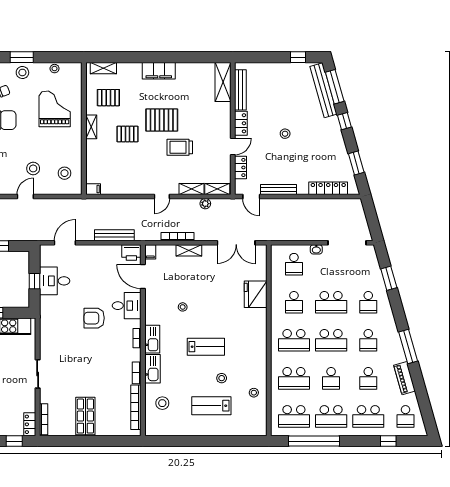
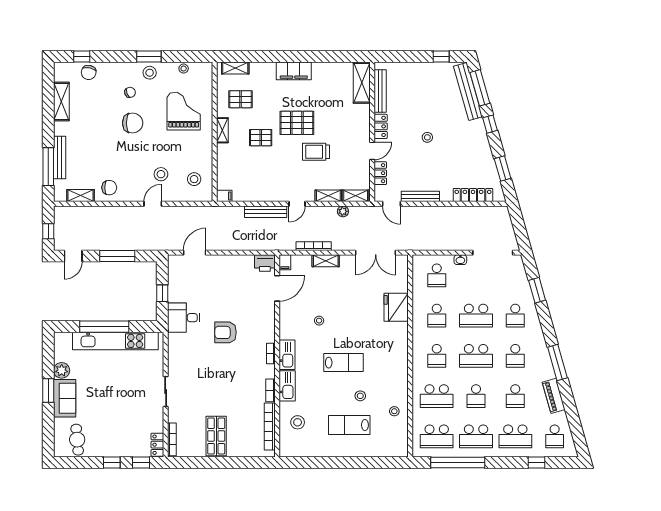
bench: (114, 235) -> (266, 212), moved
door: (143, 277) -> (277, 288), swing flipped
desk: (55, 281) -> (184, 318), moved
desk: (127, 306) -> (260, 319), removed
school desk: (294, 340) -> (437, 356), width x0.54

